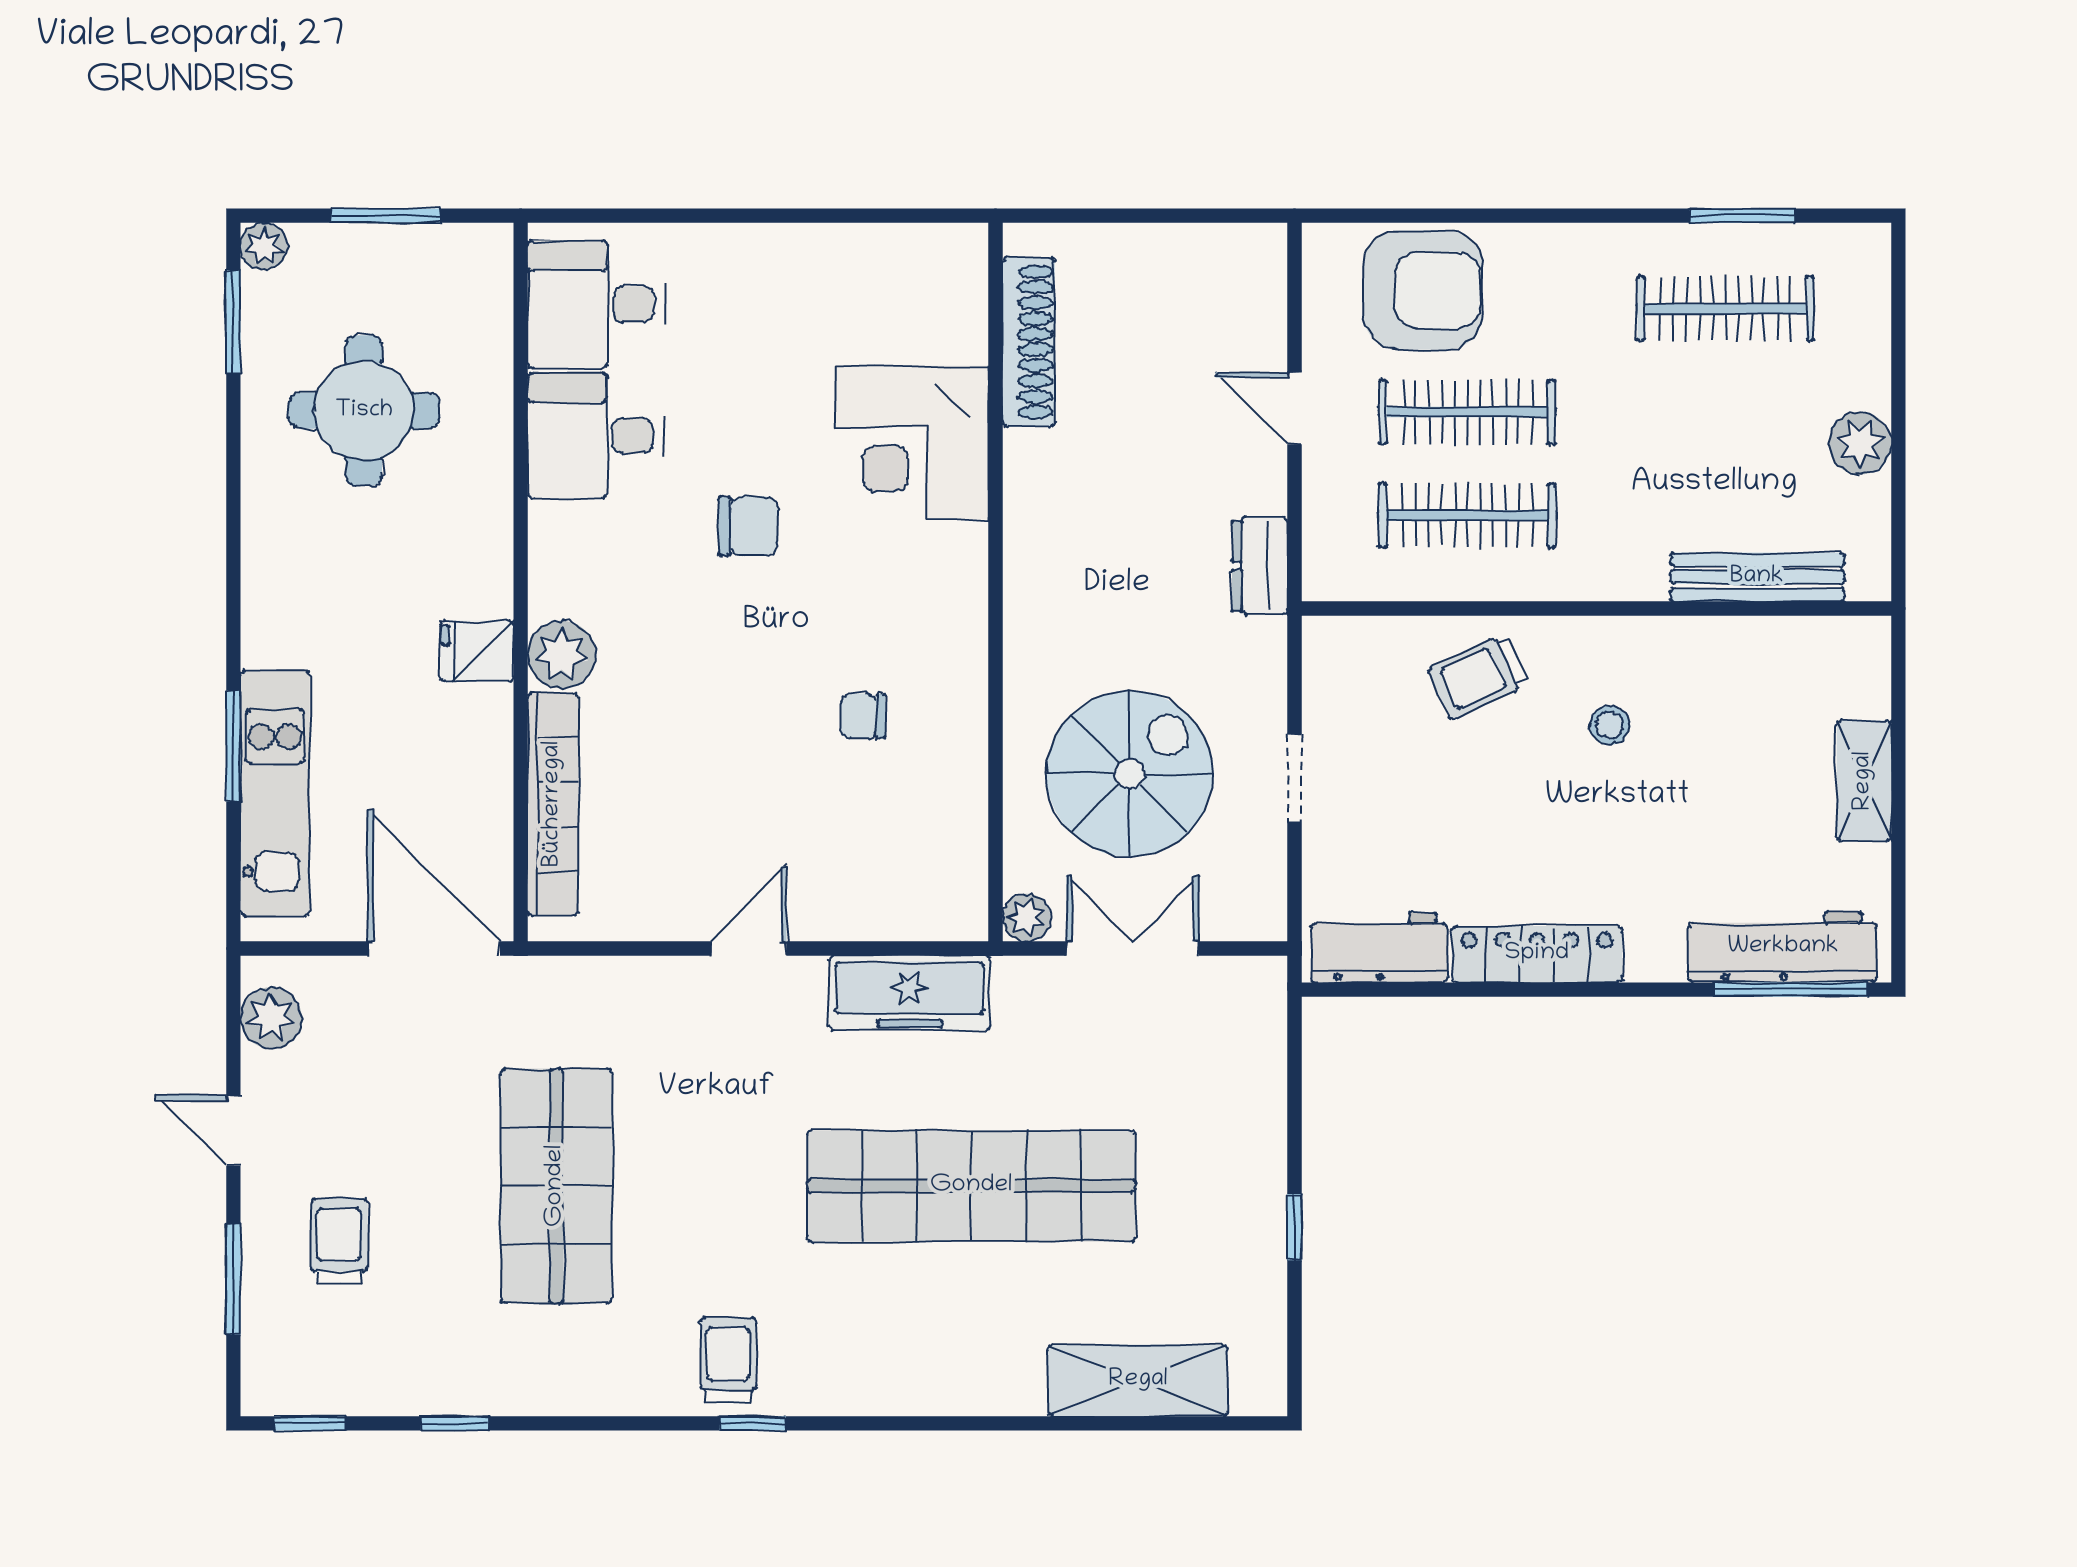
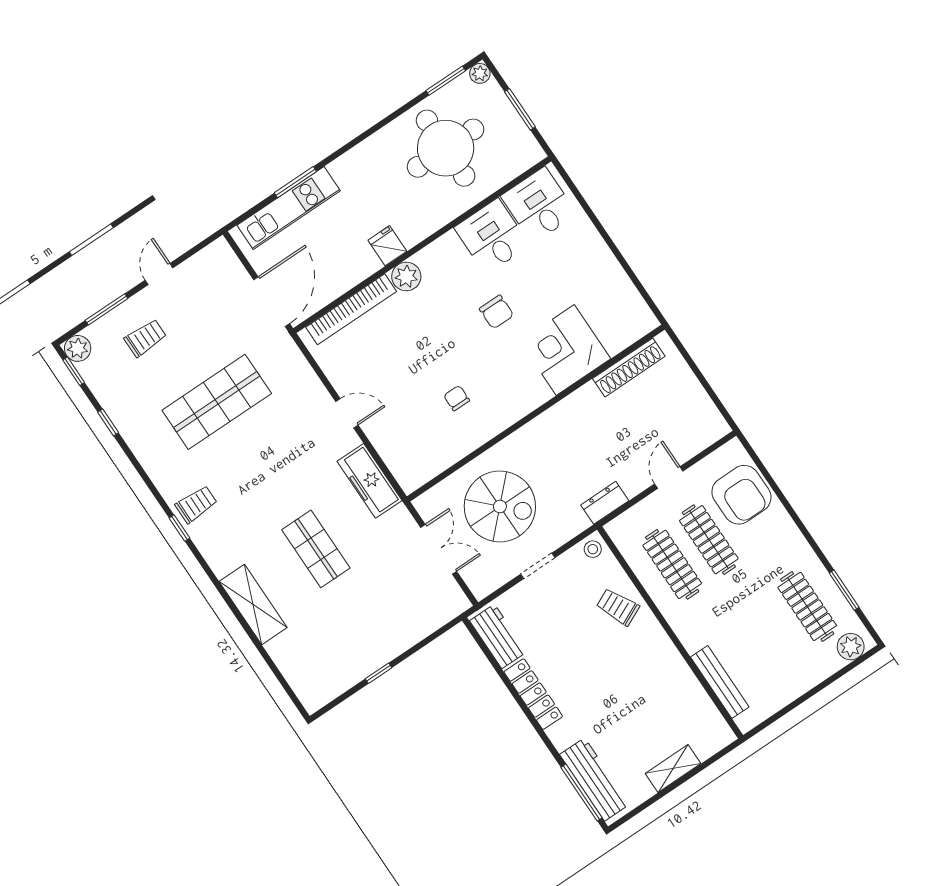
round table: (364, 411) -> (446, 148), width x1.36, depth x1.36
plant: (1860, 443) -> (851, 647), moved
stool: (1610, 725) -> (593, 549), moved
plant: (1026, 918) -> (424, 504), removed
plant: (271, 1018) -> (78, 348), moved
shop shelf: (971, 1186) -> (316, 549), width x0.50, depth x0.74
shelving: (1138, 1380) -> (253, 604), moved

